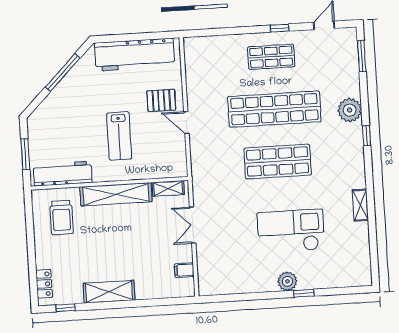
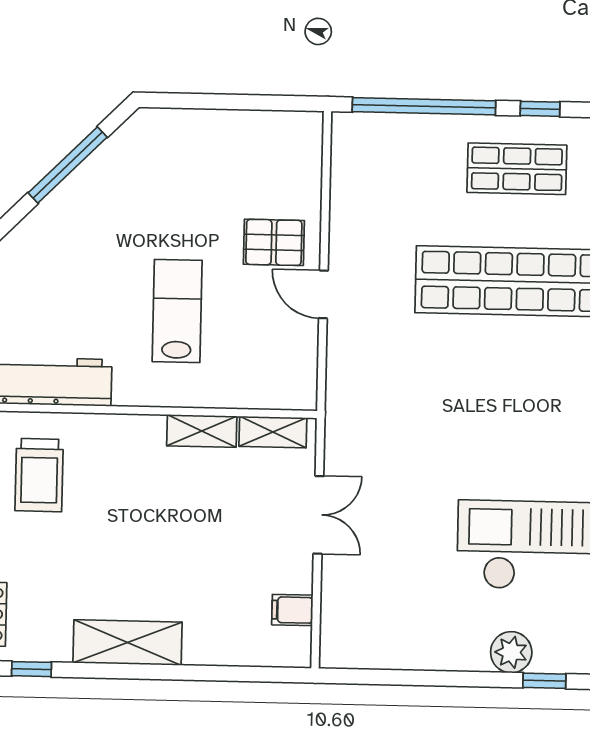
window: (226, 31) -> (424, 106), added
workbench: (135, 55) -> (225, 140), removed
lab bench: (119, 136) -> (177, 311), turned 180
shop shelf: (278, 162) -> (512, 394), removed
shelving: (116, 194) -> (202, 431), width x0.45, depth x0.75
double door: (193, 225) -> (318, 515), swing flipped

